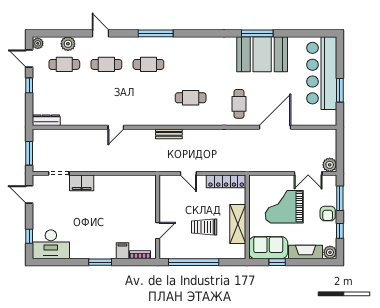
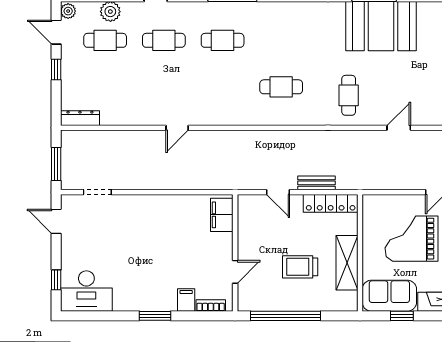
door: (275, 127) -> (399, 128), width x0.53
bench: (169, 134) -> (317, 183), moved
filing cabinet: (82, 183) -> (222, 215), moved, turned 90

